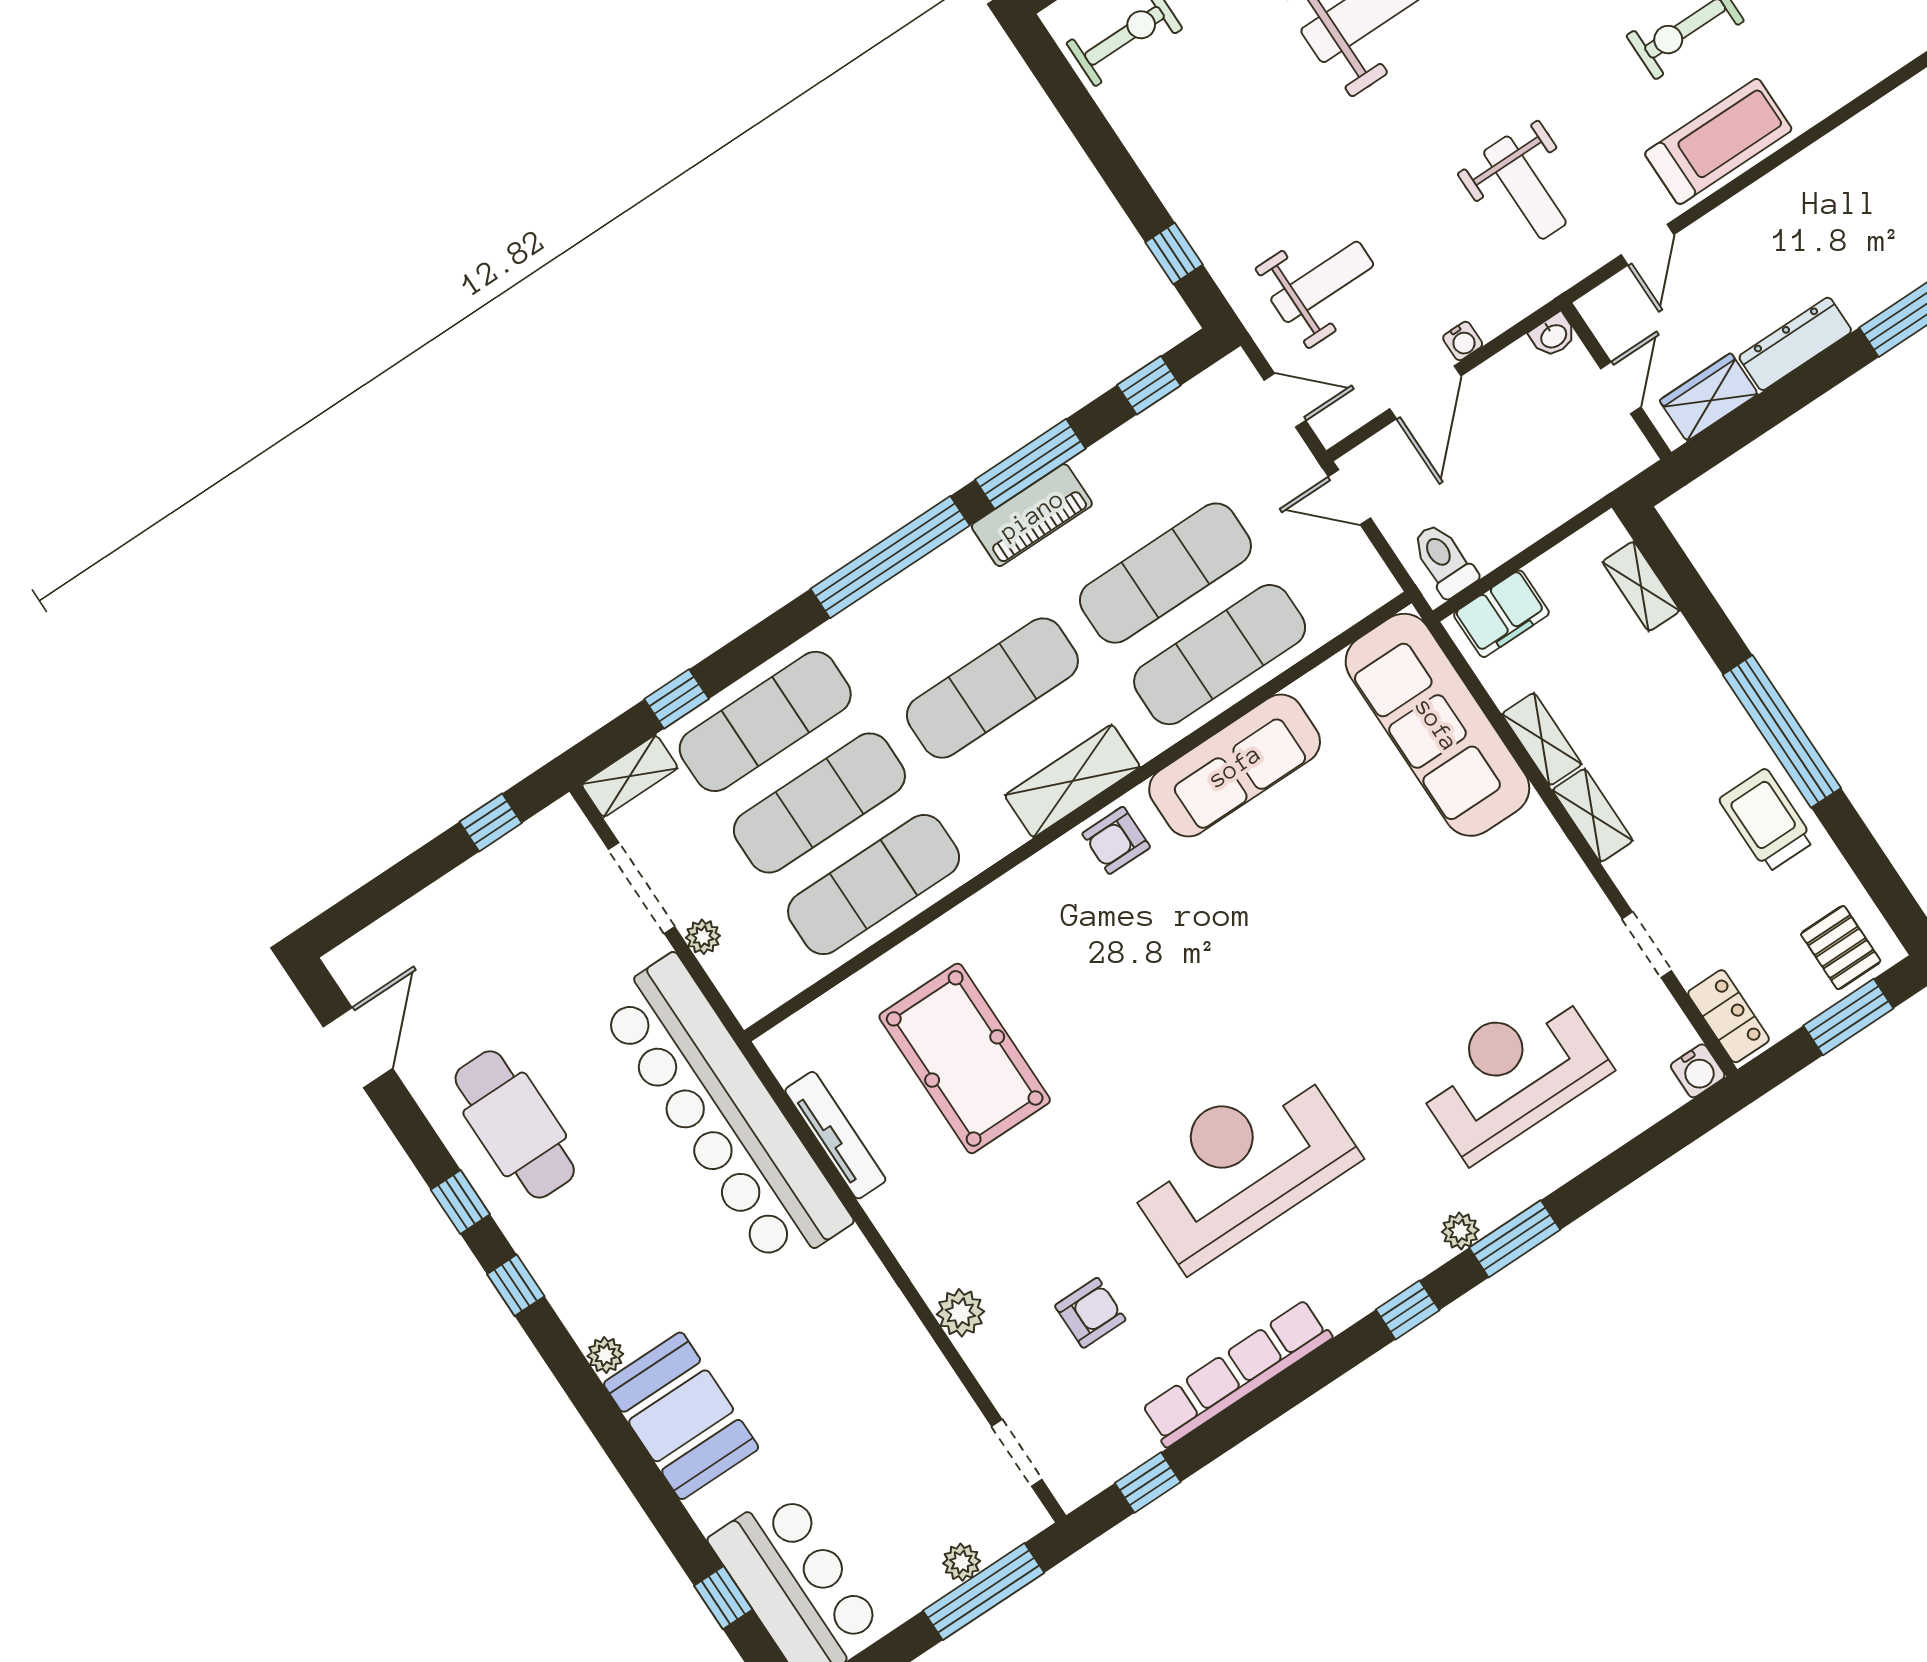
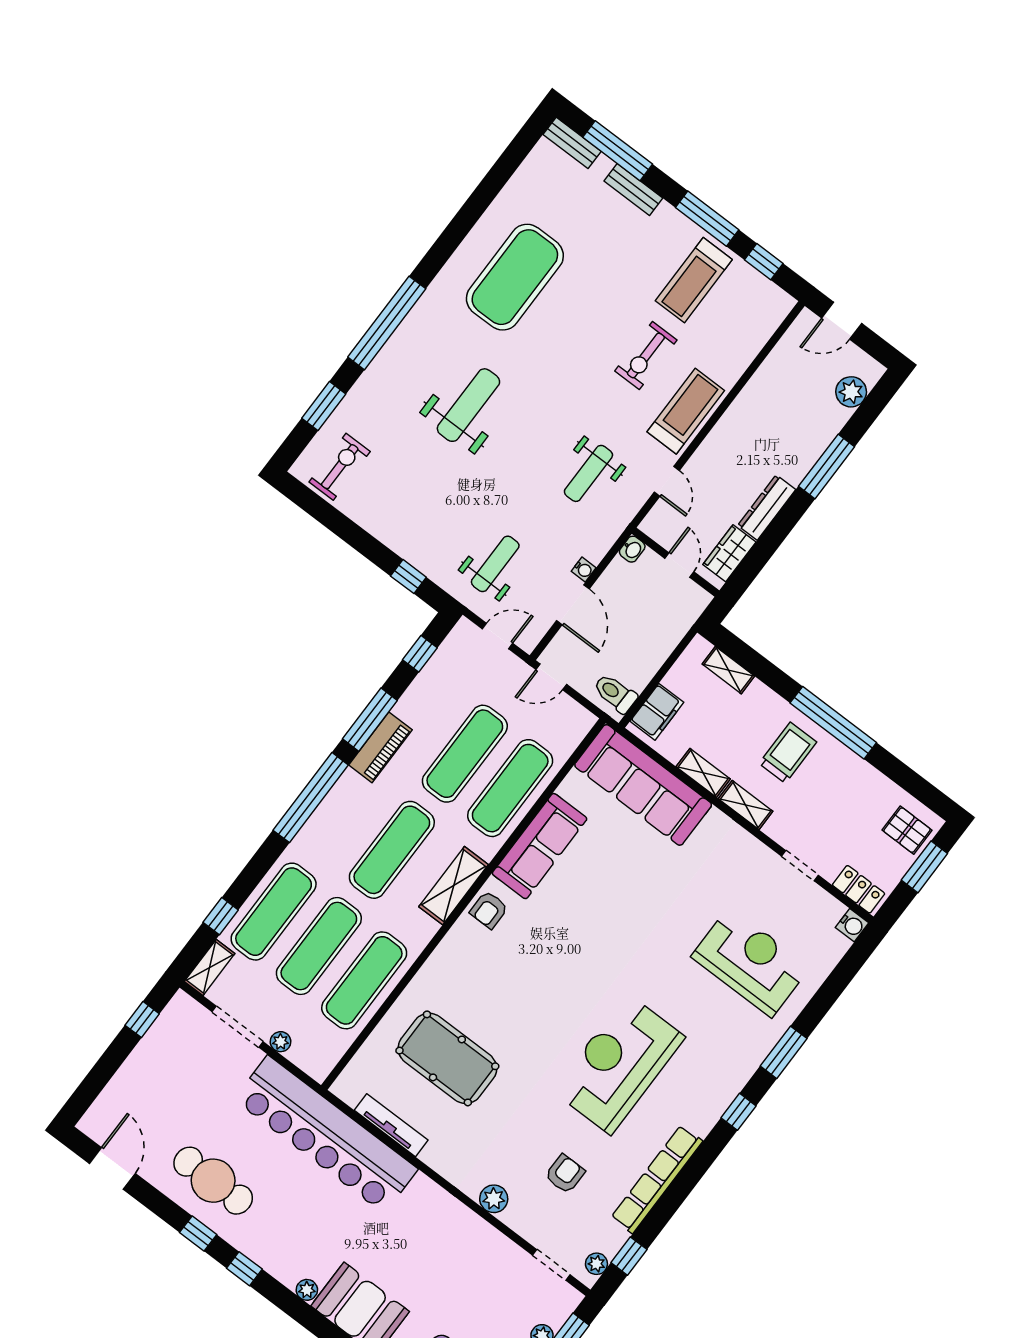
weight bench: (1525, 188) -> (588, 473), turned 90
trolley: (1767, 820) -> (788, 753), moved, turned 90
reception desk: (1512, 1073) -> (750, 962), turned 90
plant: (1460, 1231) -> (596, 1264), moved

